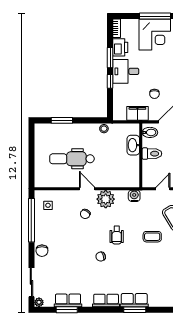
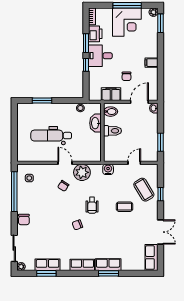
bidet: (150, 132) -> (111, 112), moved
washbasin: (133, 145) -> (95, 123), moved
toilet: (152, 154) -> (112, 131), moved
wall: (141, 155) -> (102, 132), moved

